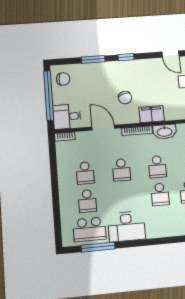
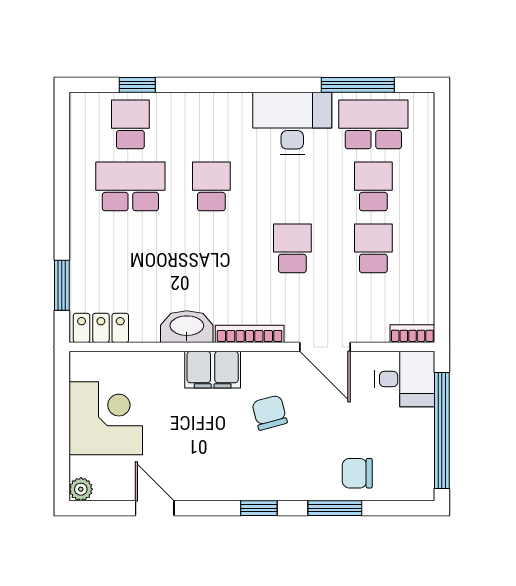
chair: (63, 79) -> (357, 473), moved
school desk: (157, 167) -> (211, 248), removed

